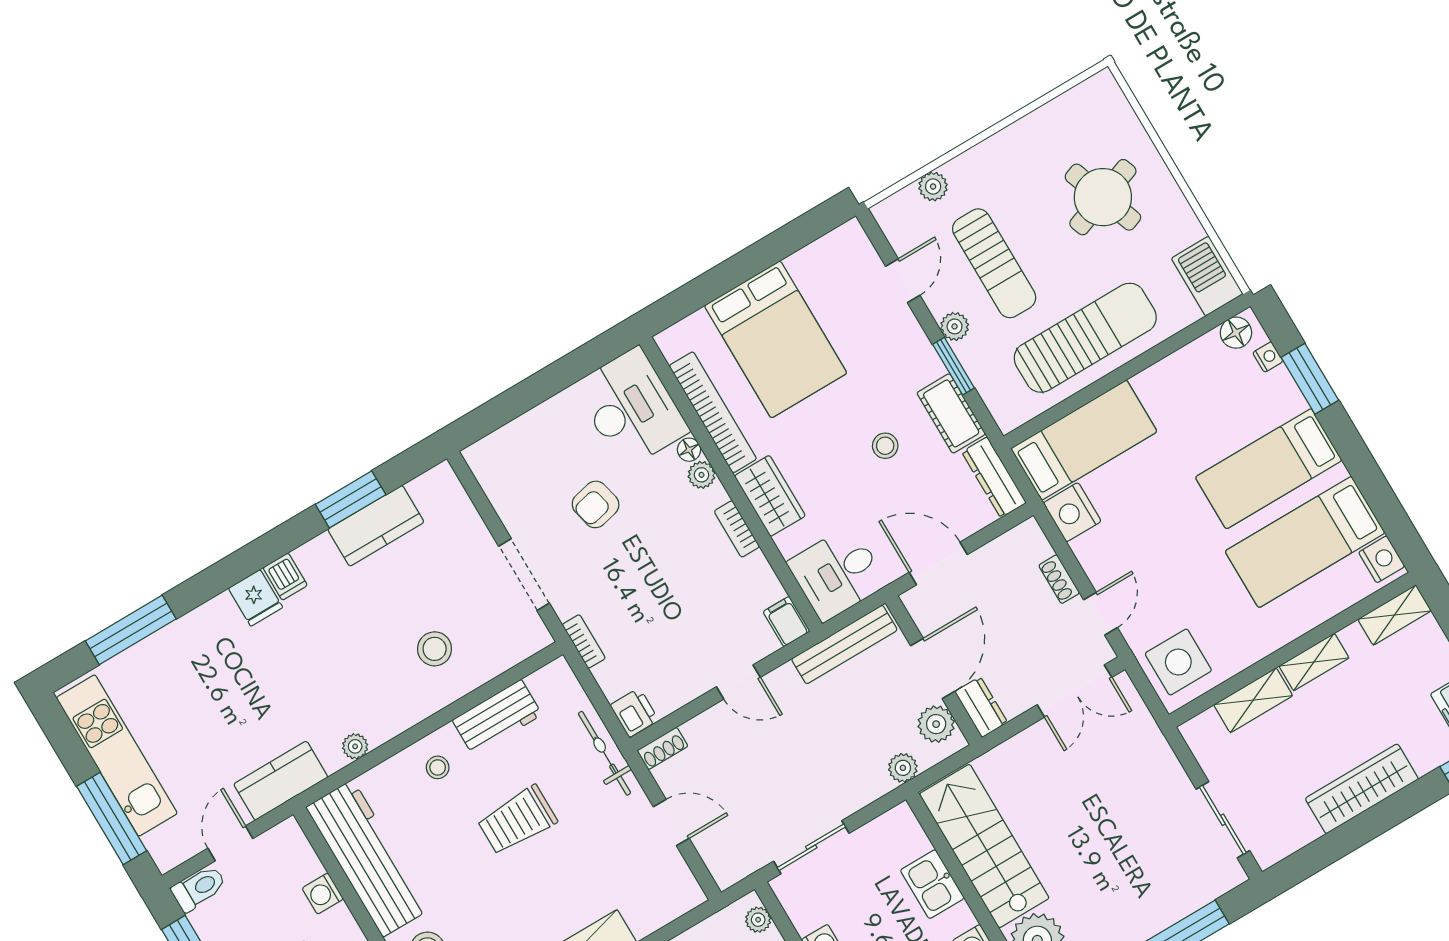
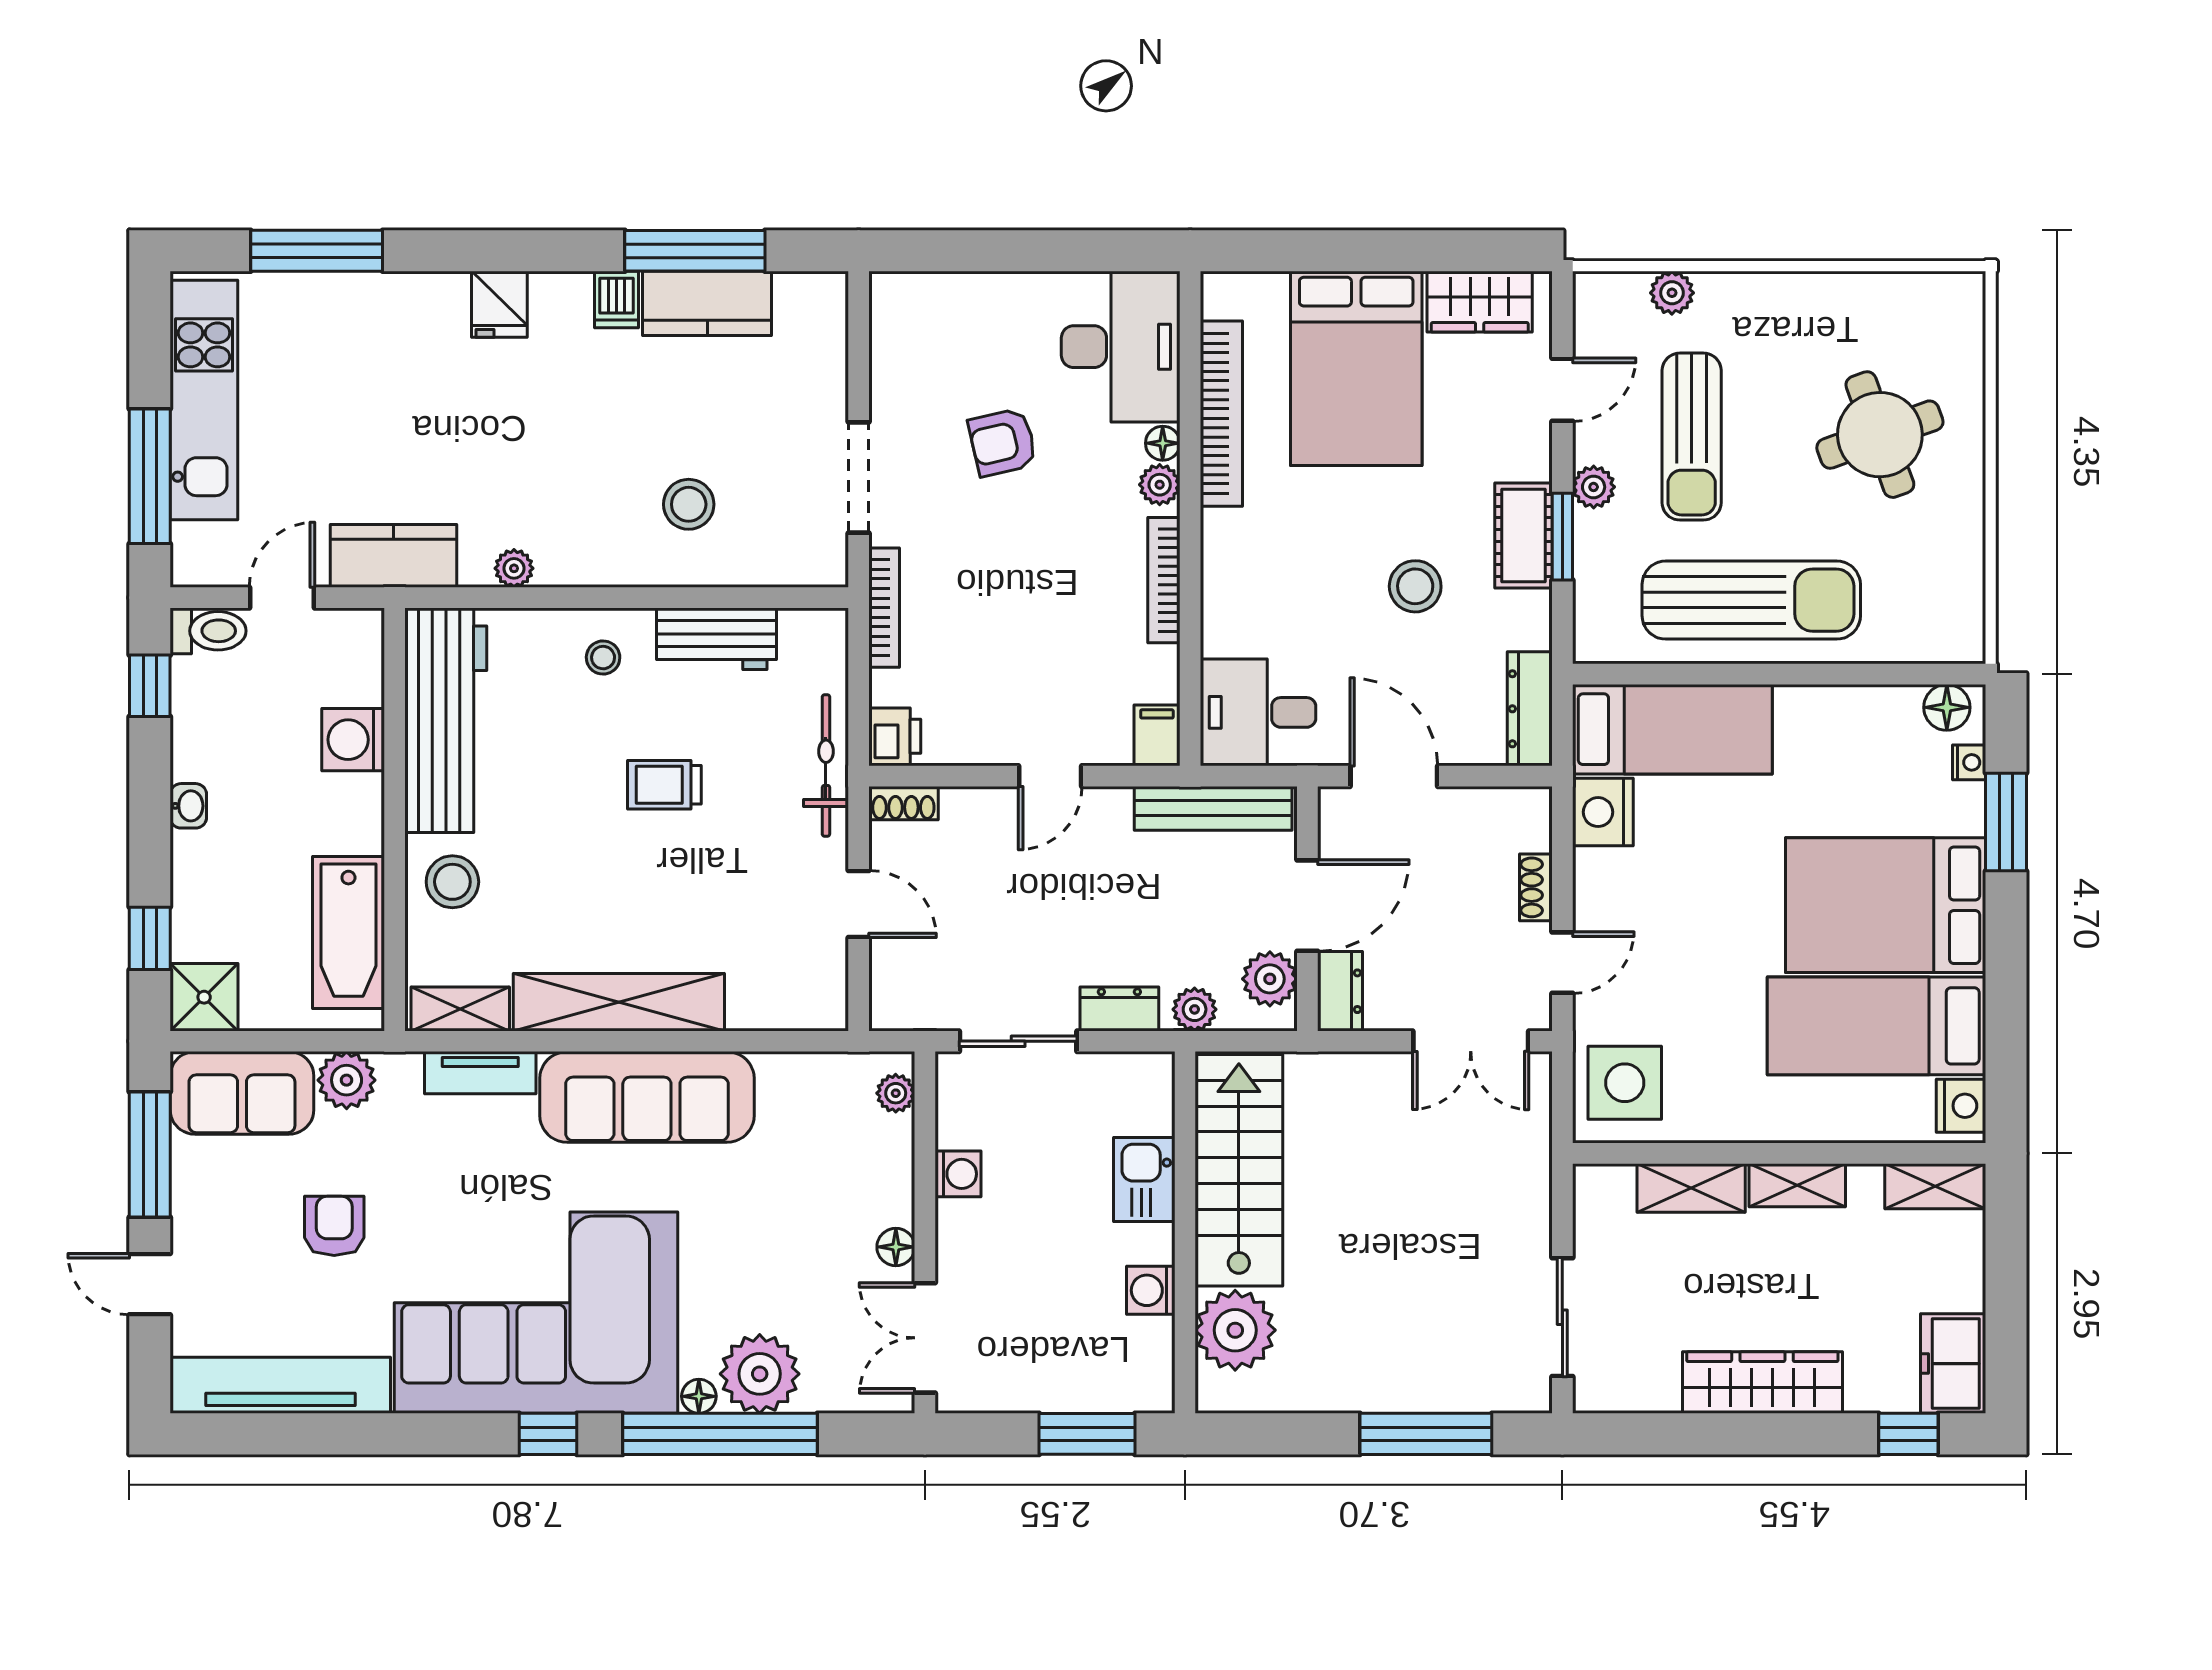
barbecue: (1207, 276) -> (1953, 614), removed
cot: (951, 413) -> (1524, 536), moved
stool: (885, 446) -> (1415, 586), width x1.37, depth x1.37
bed: (1269, 469) -> (1886, 905), width x1.50
wardrobe: (770, 496) -> (1480, 302), moved, turned 90
window: (351, 499) -> (695, 251), width x1.44
bookcase: (737, 529) -> (1164, 580), width x1.56
dishwasher: (285, 577) -> (616, 300), moved
bookcase: (584, 641) -> (884, 608), width x1.56
door: (738, 682) -> (1050, 776), hinge flipped
dresser: (859, 794) -> (1119, 1009), added
trolley: (517, 820) -> (664, 785), width x0.73, depth x0.72
washing machine: (323, 894) -> (353, 740), width x1.38, depth x1.38

